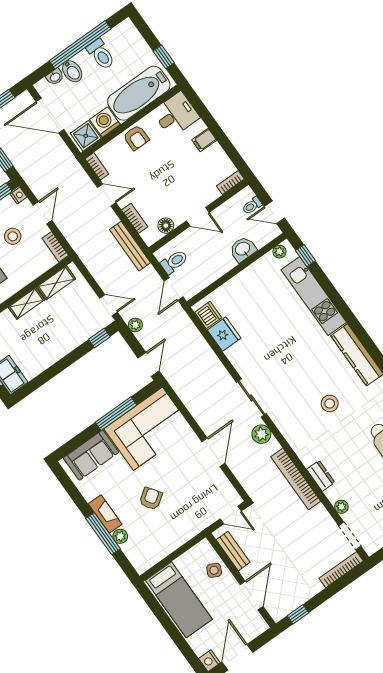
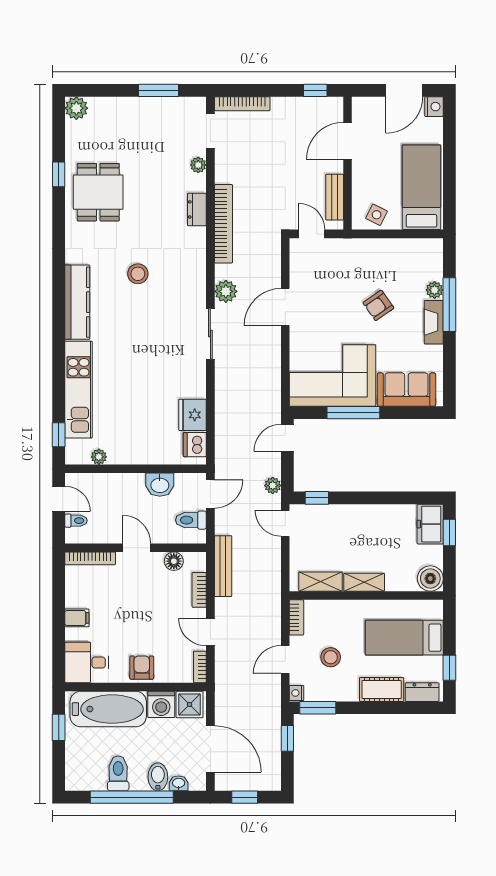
bookcase: (230, 183) -> (90, 558), width x1.56
washbasin: (243, 249) -> (160, 485), moved
plant: (279, 252) -> (99, 457), moved
side table: (214, 570) -> (377, 215), moved

